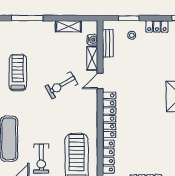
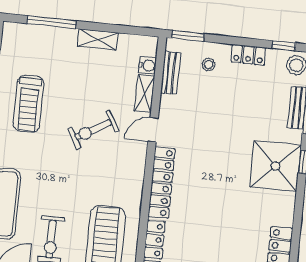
window: (129, 18) -> (188, 36), moved
shelving: (68, 26) -> (98, 39), moved
treadmill: (18, 73) -> (29, 104), turned 180

